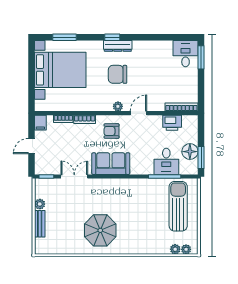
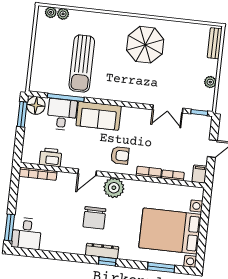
chair: (118, 74) -> (94, 218), moved, turned 90
plant: (118, 106) -> (114, 188), width x1.87, depth x1.87
floor lamp: (190, 152) -> (36, 105), moved
sofa: (111, 164) -> (99, 116), moved
sun lounger: (178, 206) -> (82, 63), moved
bench: (40, 224) -> (215, 43), moved

